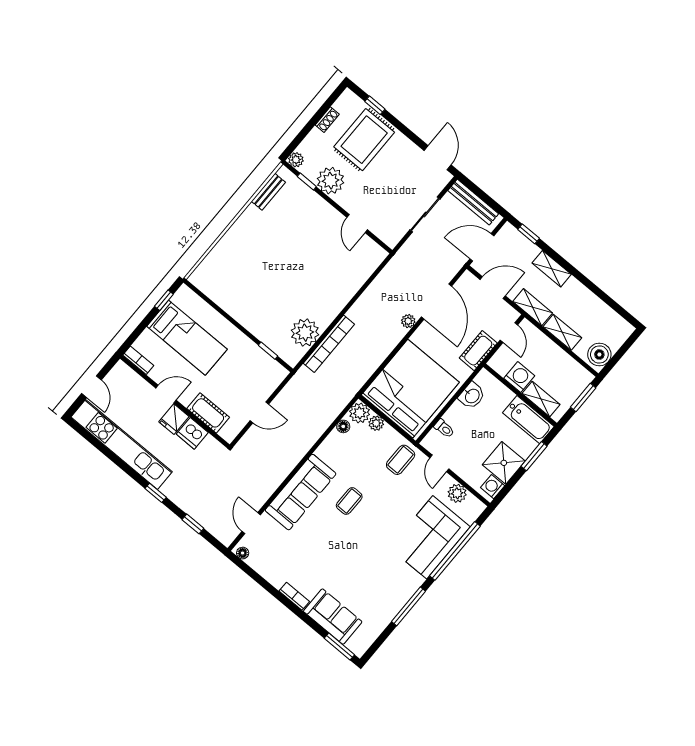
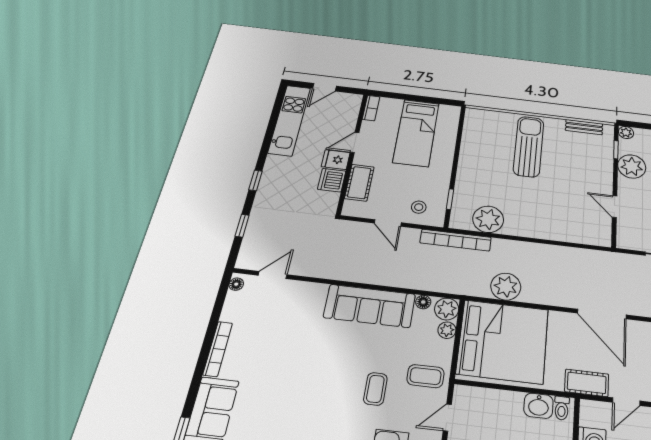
door: (357, 223) -> (615, 207), hinge flipped
sun lounger: (258, 253) -> (529, 146), added
window: (164, 300) -> (436, 101), removed
door: (437, 301) -> (602, 314), hinge flipped
plant: (408, 321) -> (506, 287), moved, width x1.87, depth x1.87
bookcase: (329, 344) -> (456, 240), moved
stool: (260, 380) -> (419, 207), added
door: (166, 394) -> (355, 142), swing flipped
toilet: (444, 428) -> (562, 408), moved
kitchen unit: (122, 444) -> (289, 120), width x0.73
sofa: (301, 492) -> (370, 306), moved
coffee table: (349, 501) -> (375, 389), moved, turned 90
bookcase: (294, 596) -> (218, 349), width x1.56

